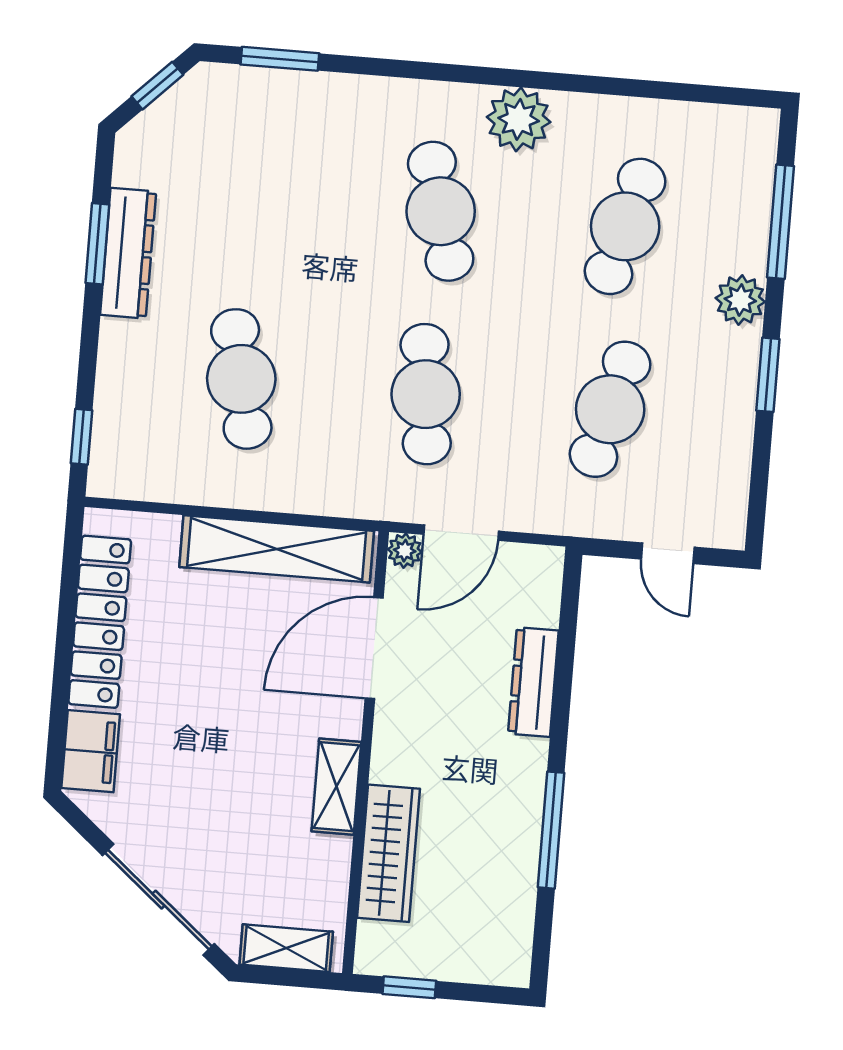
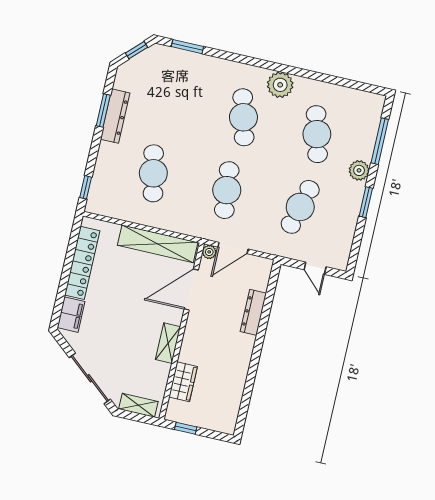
cafe table: (625, 226) -> (317, 134), turned -30
window: (551, 830) -> (252, 373), removed
wardrobe: (389, 853) -> (183, 382), width x0.67

